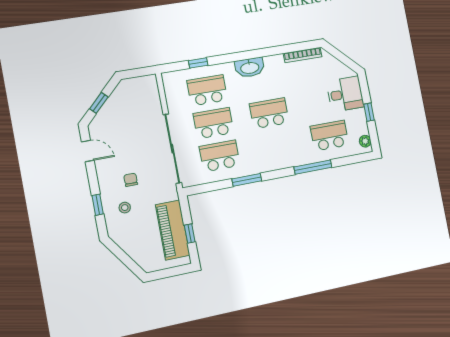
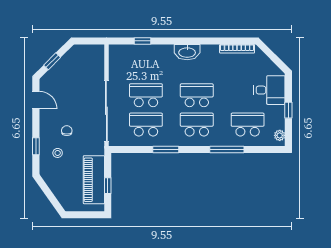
school desk: (207, 90) -> (197, 125), moved

